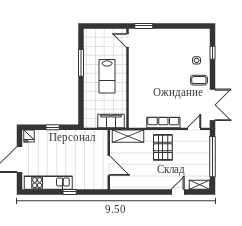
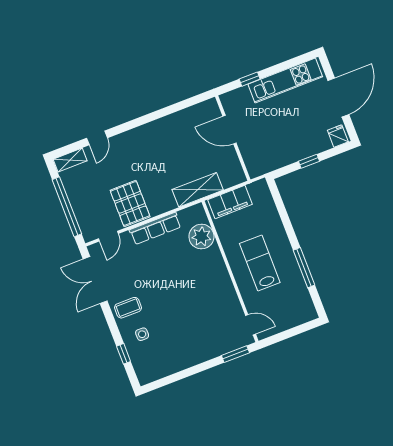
plant: (137, 106) -> (201, 237), added
pallet: (163, 147) -> (130, 203), moved
wall: (109, 160) -> (233, 138), moved
door: (109, 166) -> (229, 130), moved

